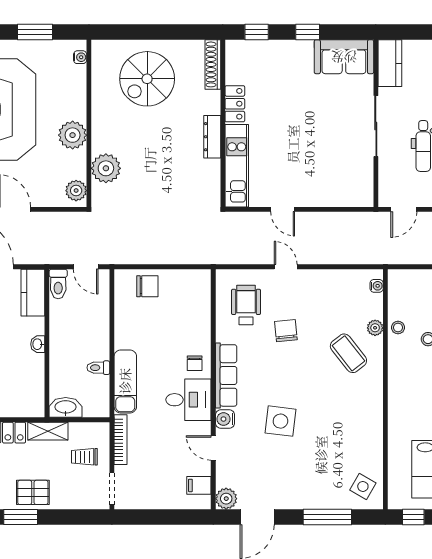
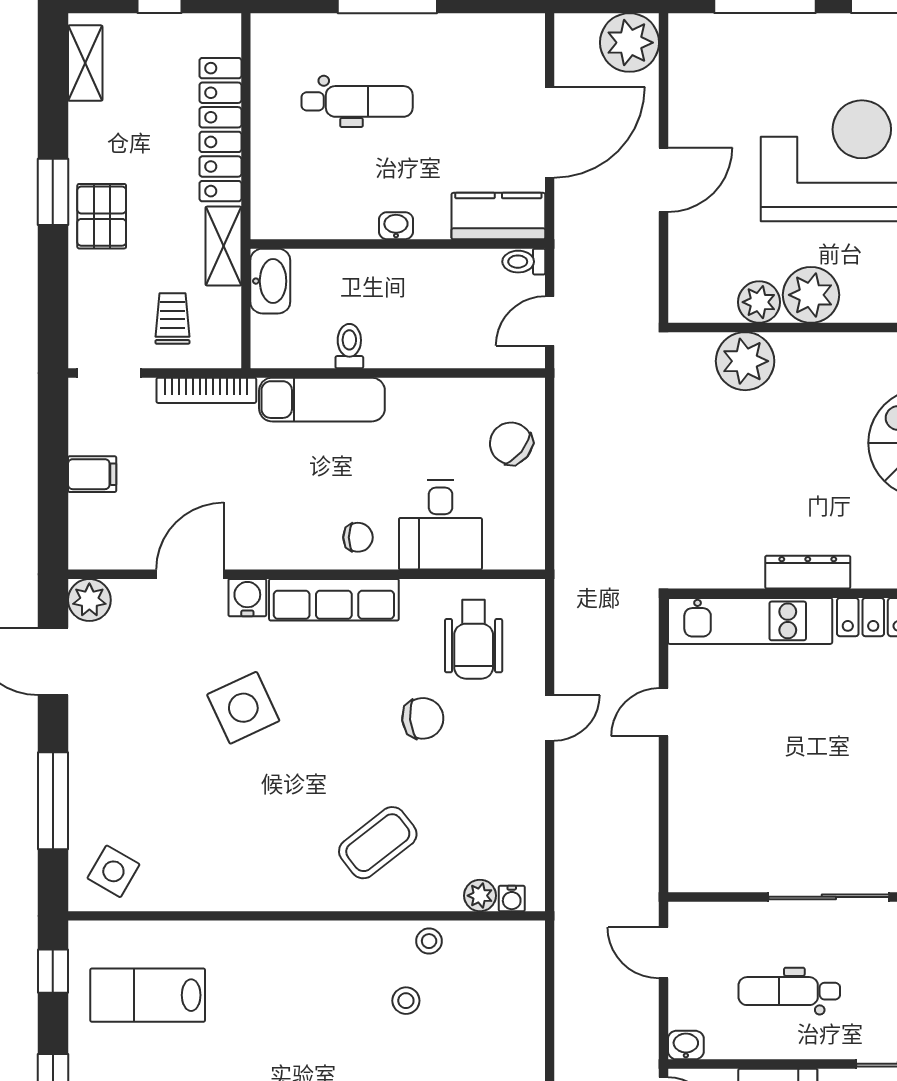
plant: (76, 191) -> (759, 302), moved
toilet: (58, 284) -> (524, 262), width x0.73, depth x0.72
chair: (147, 286) -> (511, 443), turned 129
wheelchair: (246, 305) -> (474, 639), turned 90
plant: (375, 328) -> (480, 896), moved
chair: (195, 363) -> (358, 537), turned 180
desk: (188, 400) -> (441, 525), moved
side table: (280, 421) -> (243, 708), turned -32
door: (213, 448) -> (190, 574), width x1.38
filing cabinet: (199, 485) -> (92, 474), moved, turned 90

